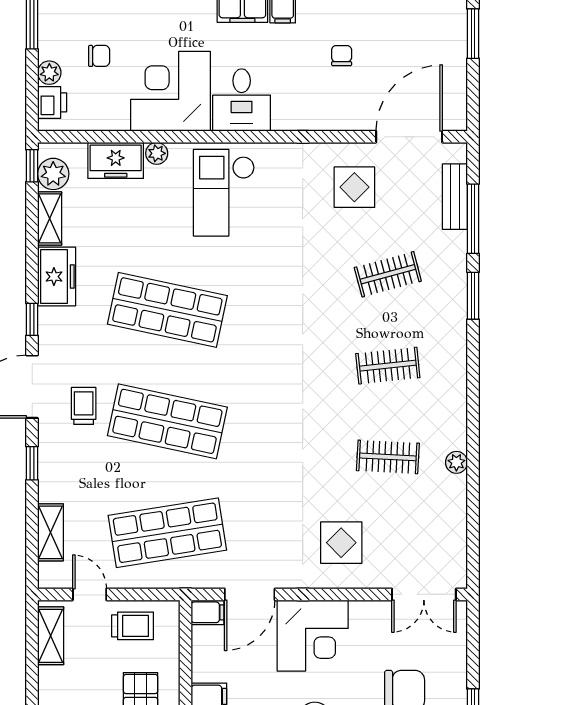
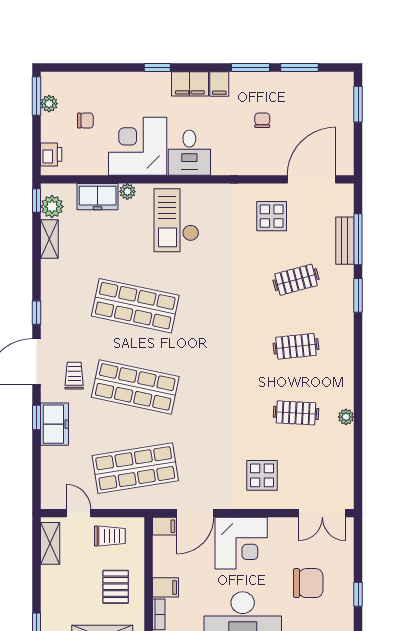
plant: (49, 73) -> (49, 104), moved
bench: (455, 197) -> (345, 241), moved
freezer: (57, 277) -> (54, 424), moved
shelving: (50, 532) -> (50, 468), removed

